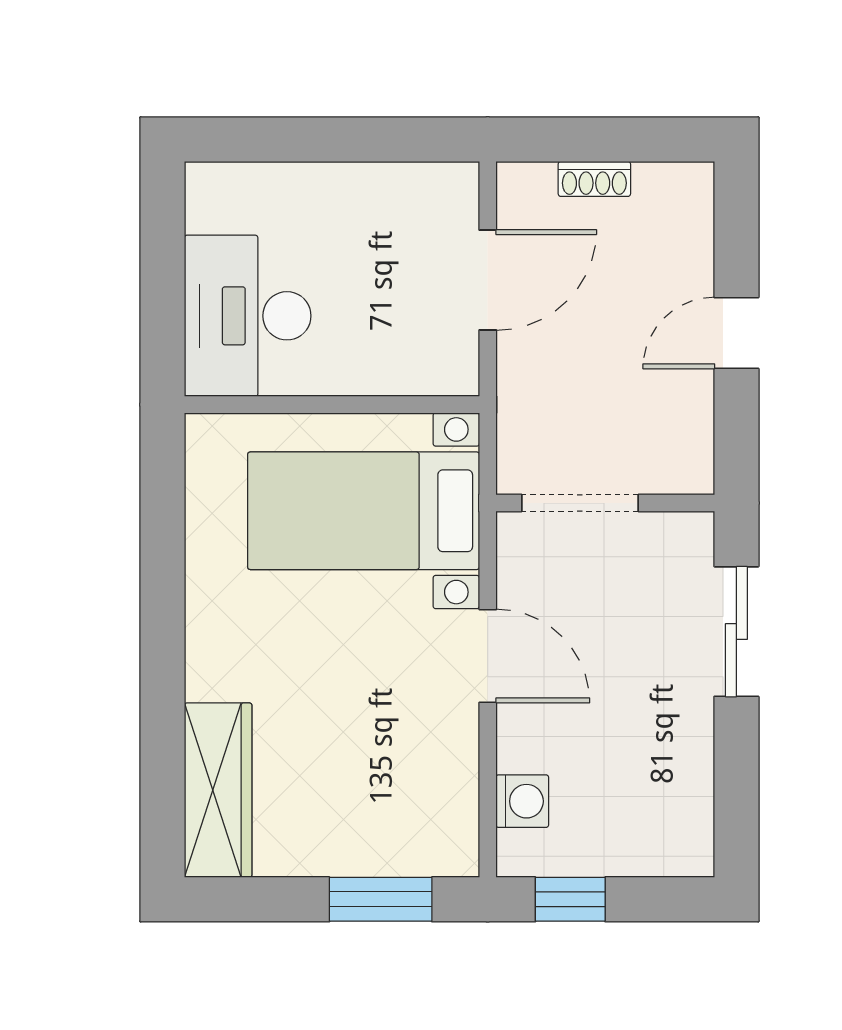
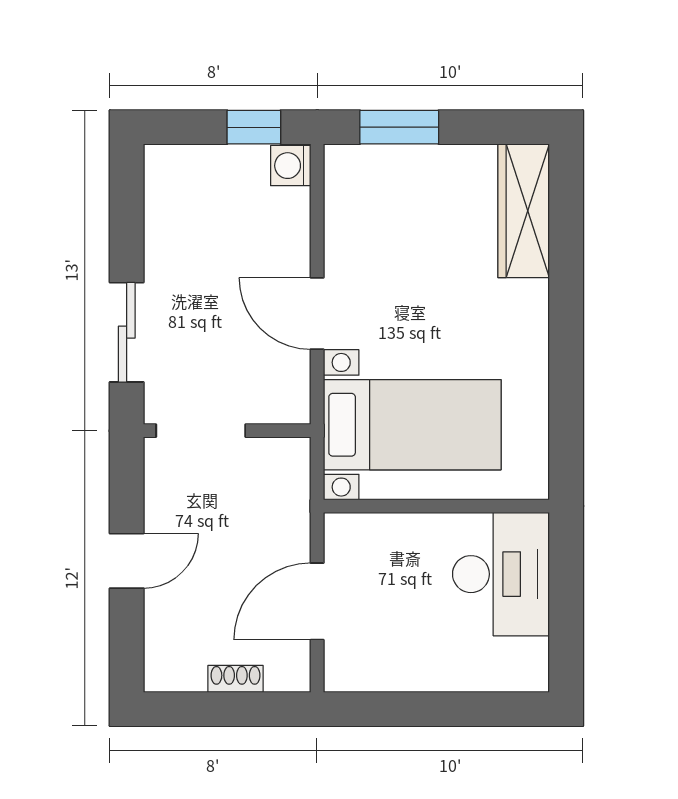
doorway: (580, 503) -> (201, 431), moved
washing machine: (522, 801) -> (291, 166), moved

